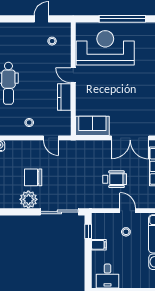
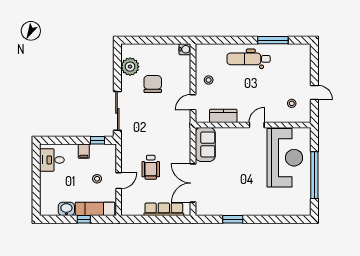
kitchen counter: (64, 97) -> (223, 116), moved
plant: (28, 199) -> (130, 67), moved

